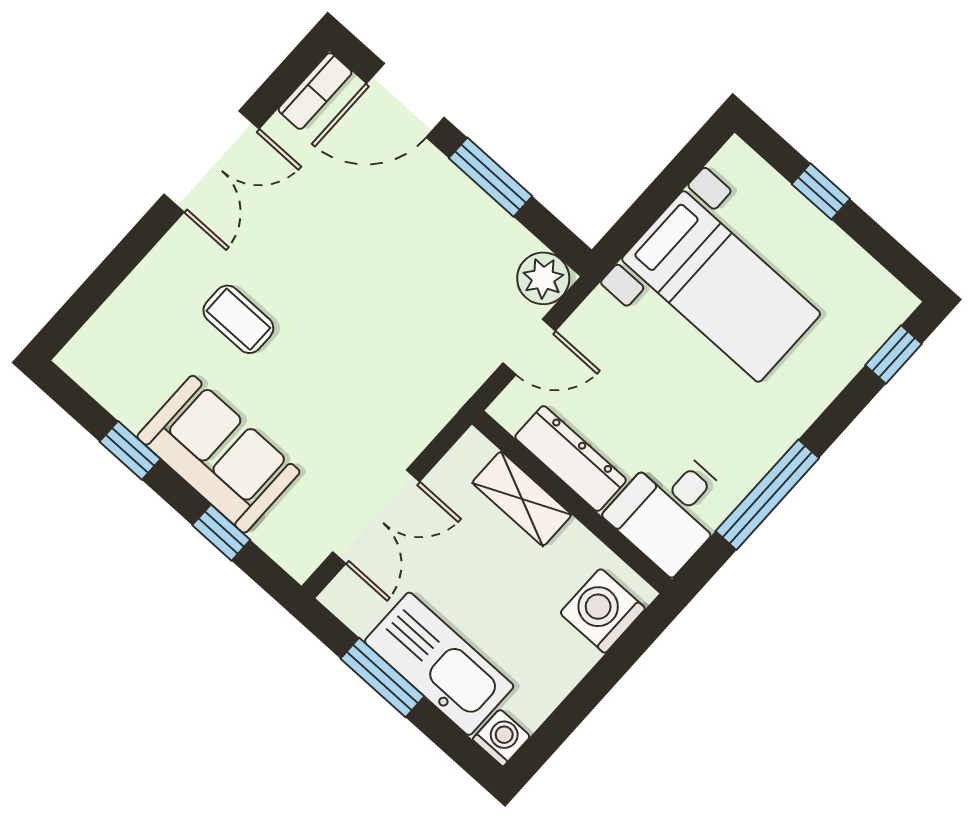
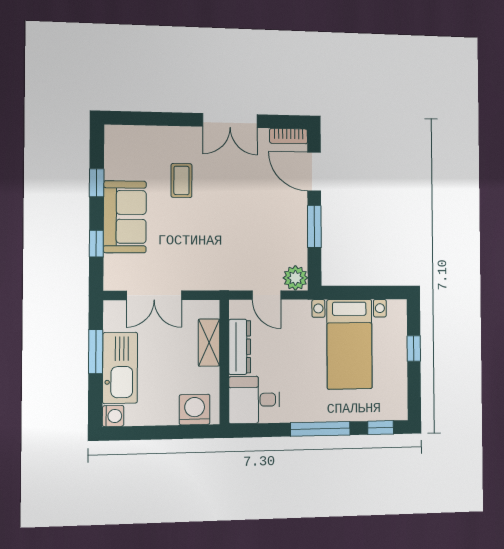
window: (767, 495) -> (320, 429), moved

